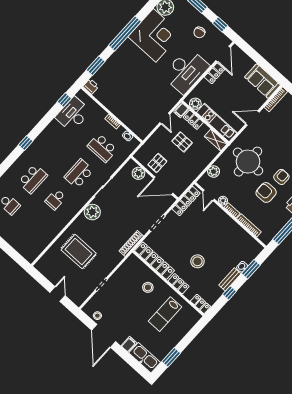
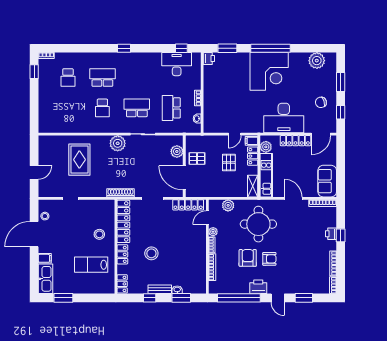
corner desk: (155, 35) -> (269, 71), moved
locker: (214, 73) -> (295, 141), width x1.53
school desk: (33, 179) -> (102, 78), turned 180
school desk: (56, 199) -> (102, 108), turned -90

